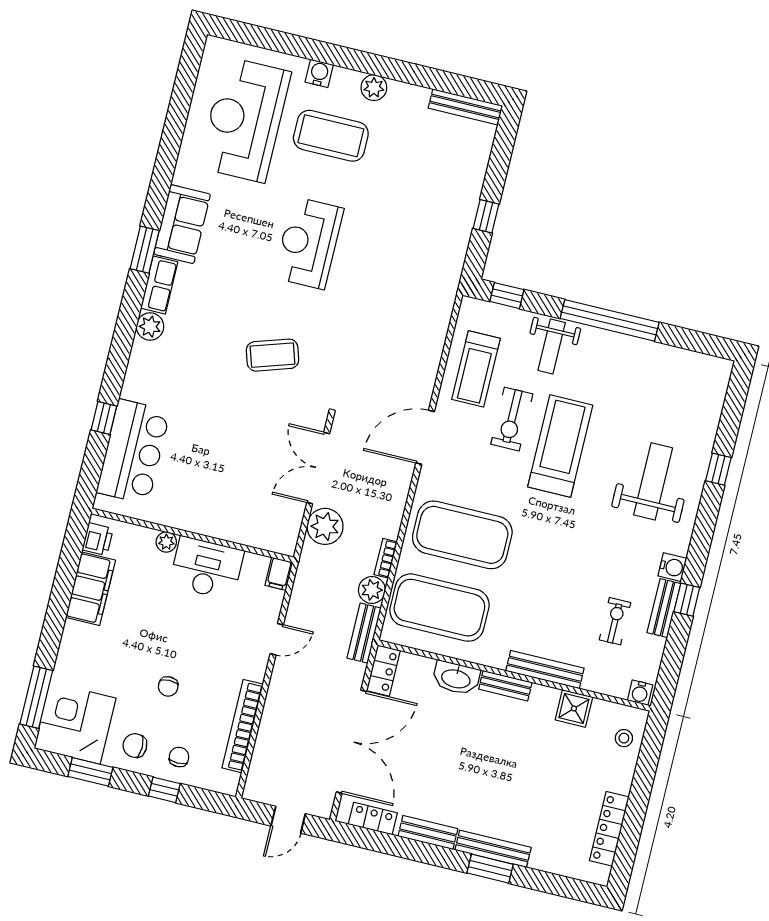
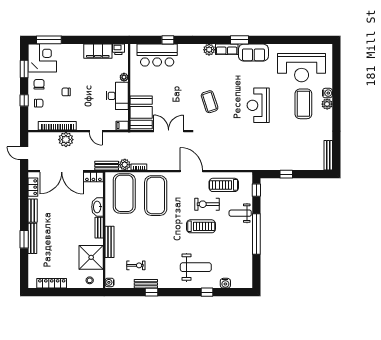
plant: (374, 88) -> (327, 104), moved
reception desk: (245, 120) -> (302, 68), turned 180
reception desk: (309, 243) -> (258, 105), turned -90
treadmill: (560, 446) -> (201, 226), width x0.73, depth x0.73
booth: (259, 522) -> (141, 112), added
plant: (325, 526) -> (66, 140), moved
water cooler: (672, 567) -> (225, 283), moved
shower: (574, 708) -> (91, 257), width x1.86, depth x1.86

